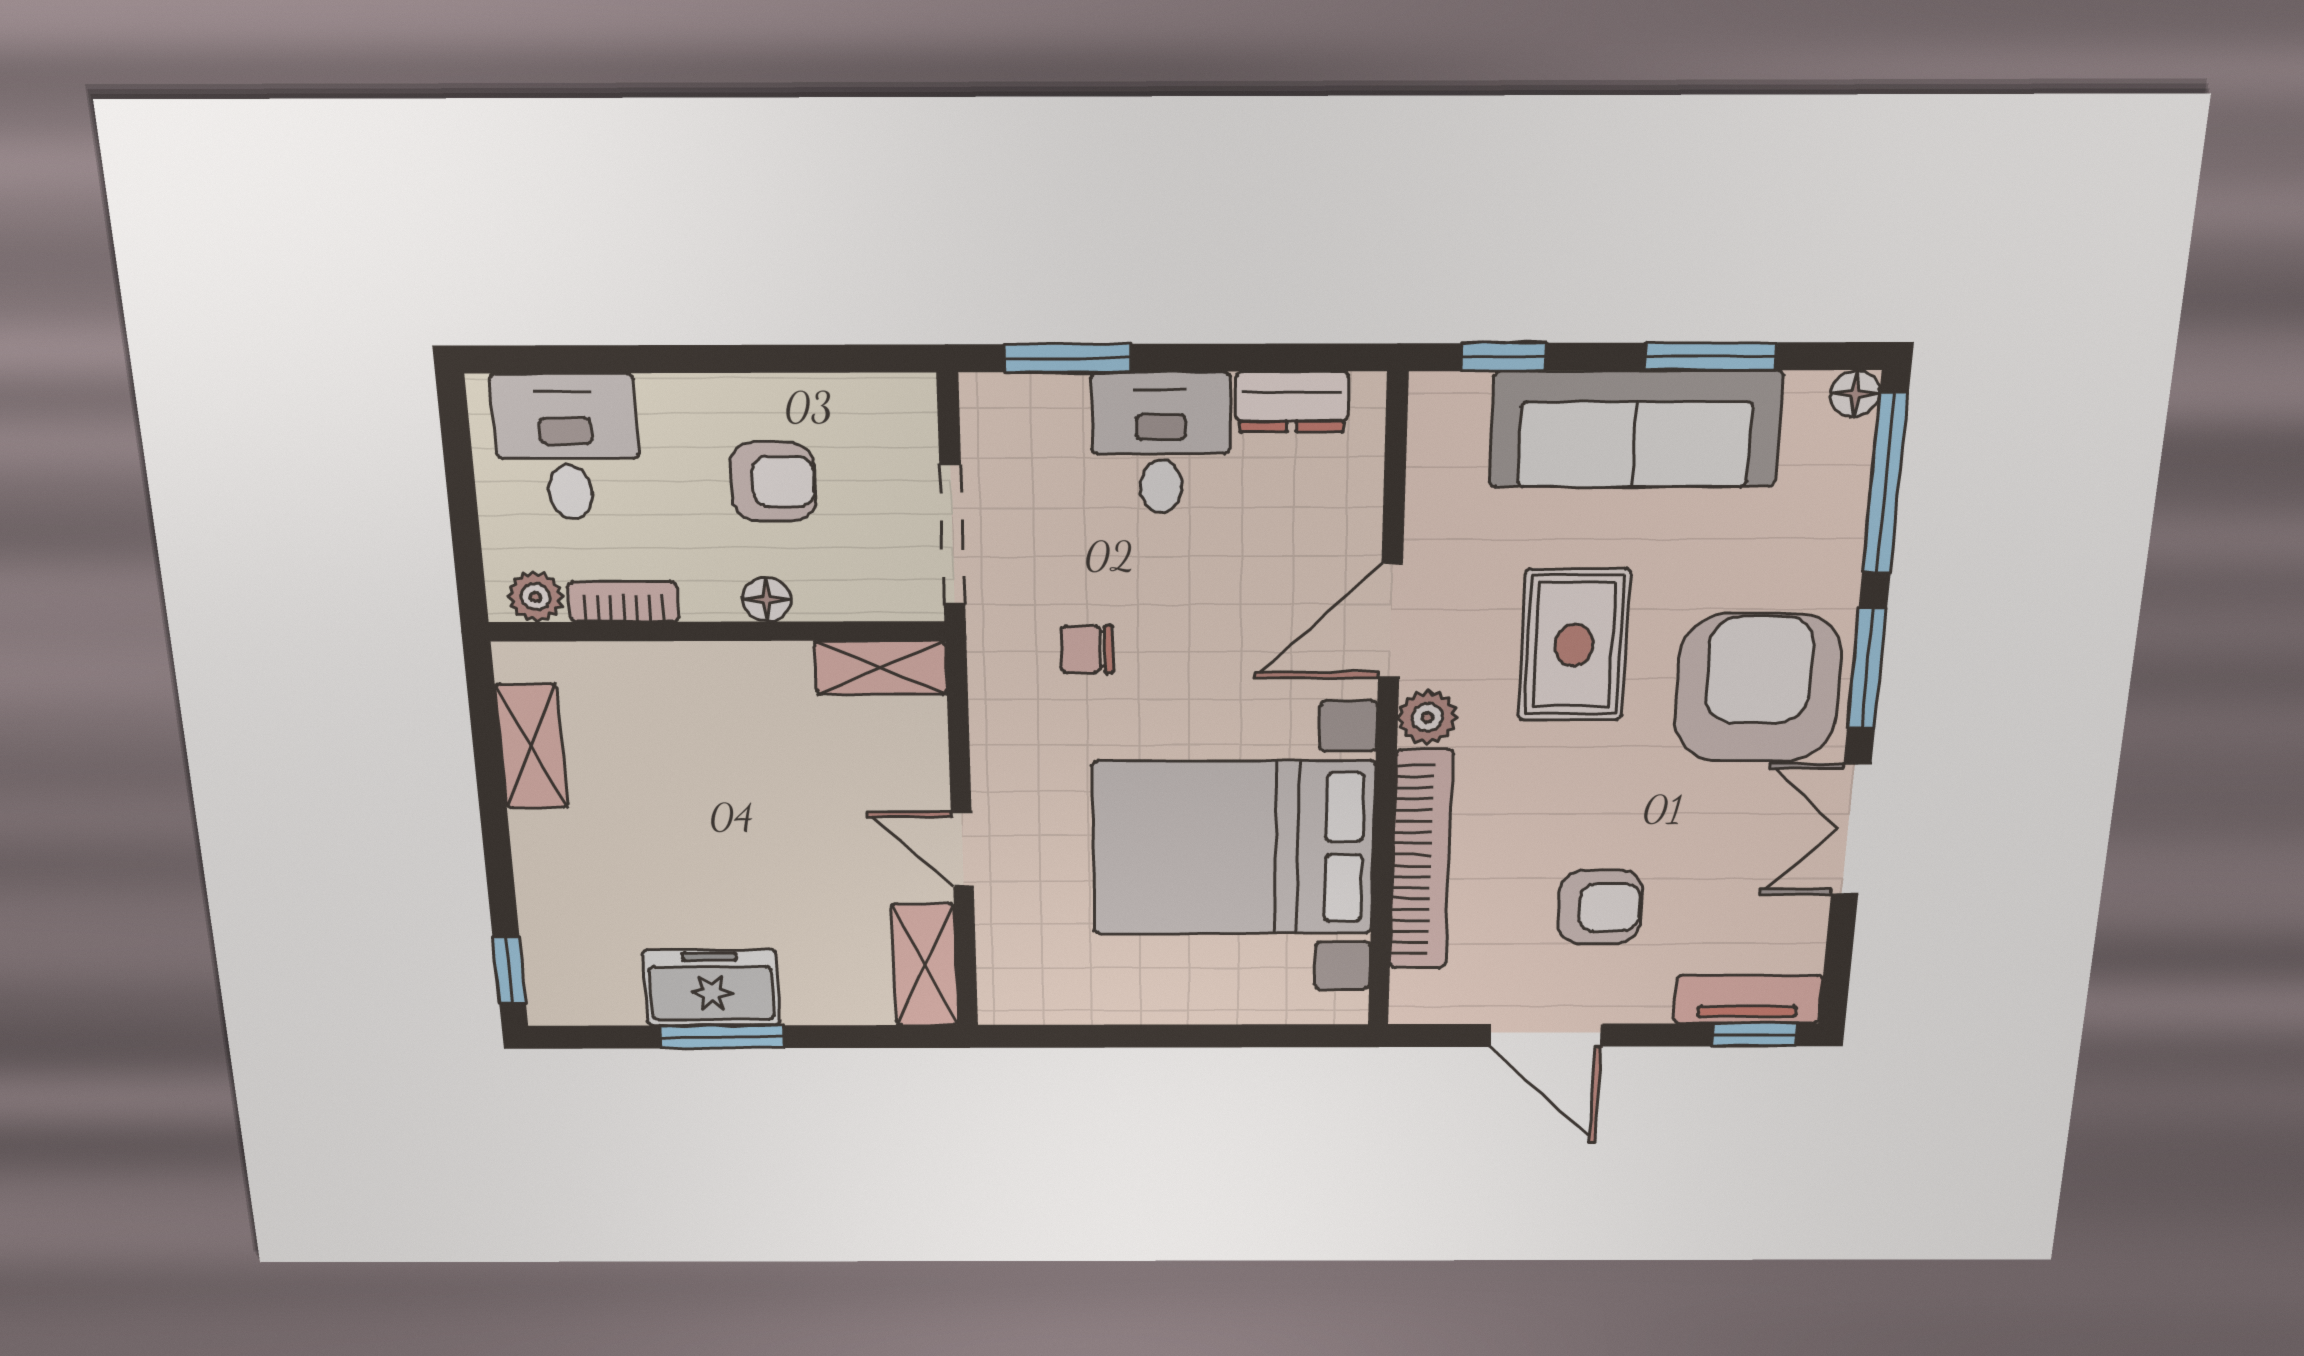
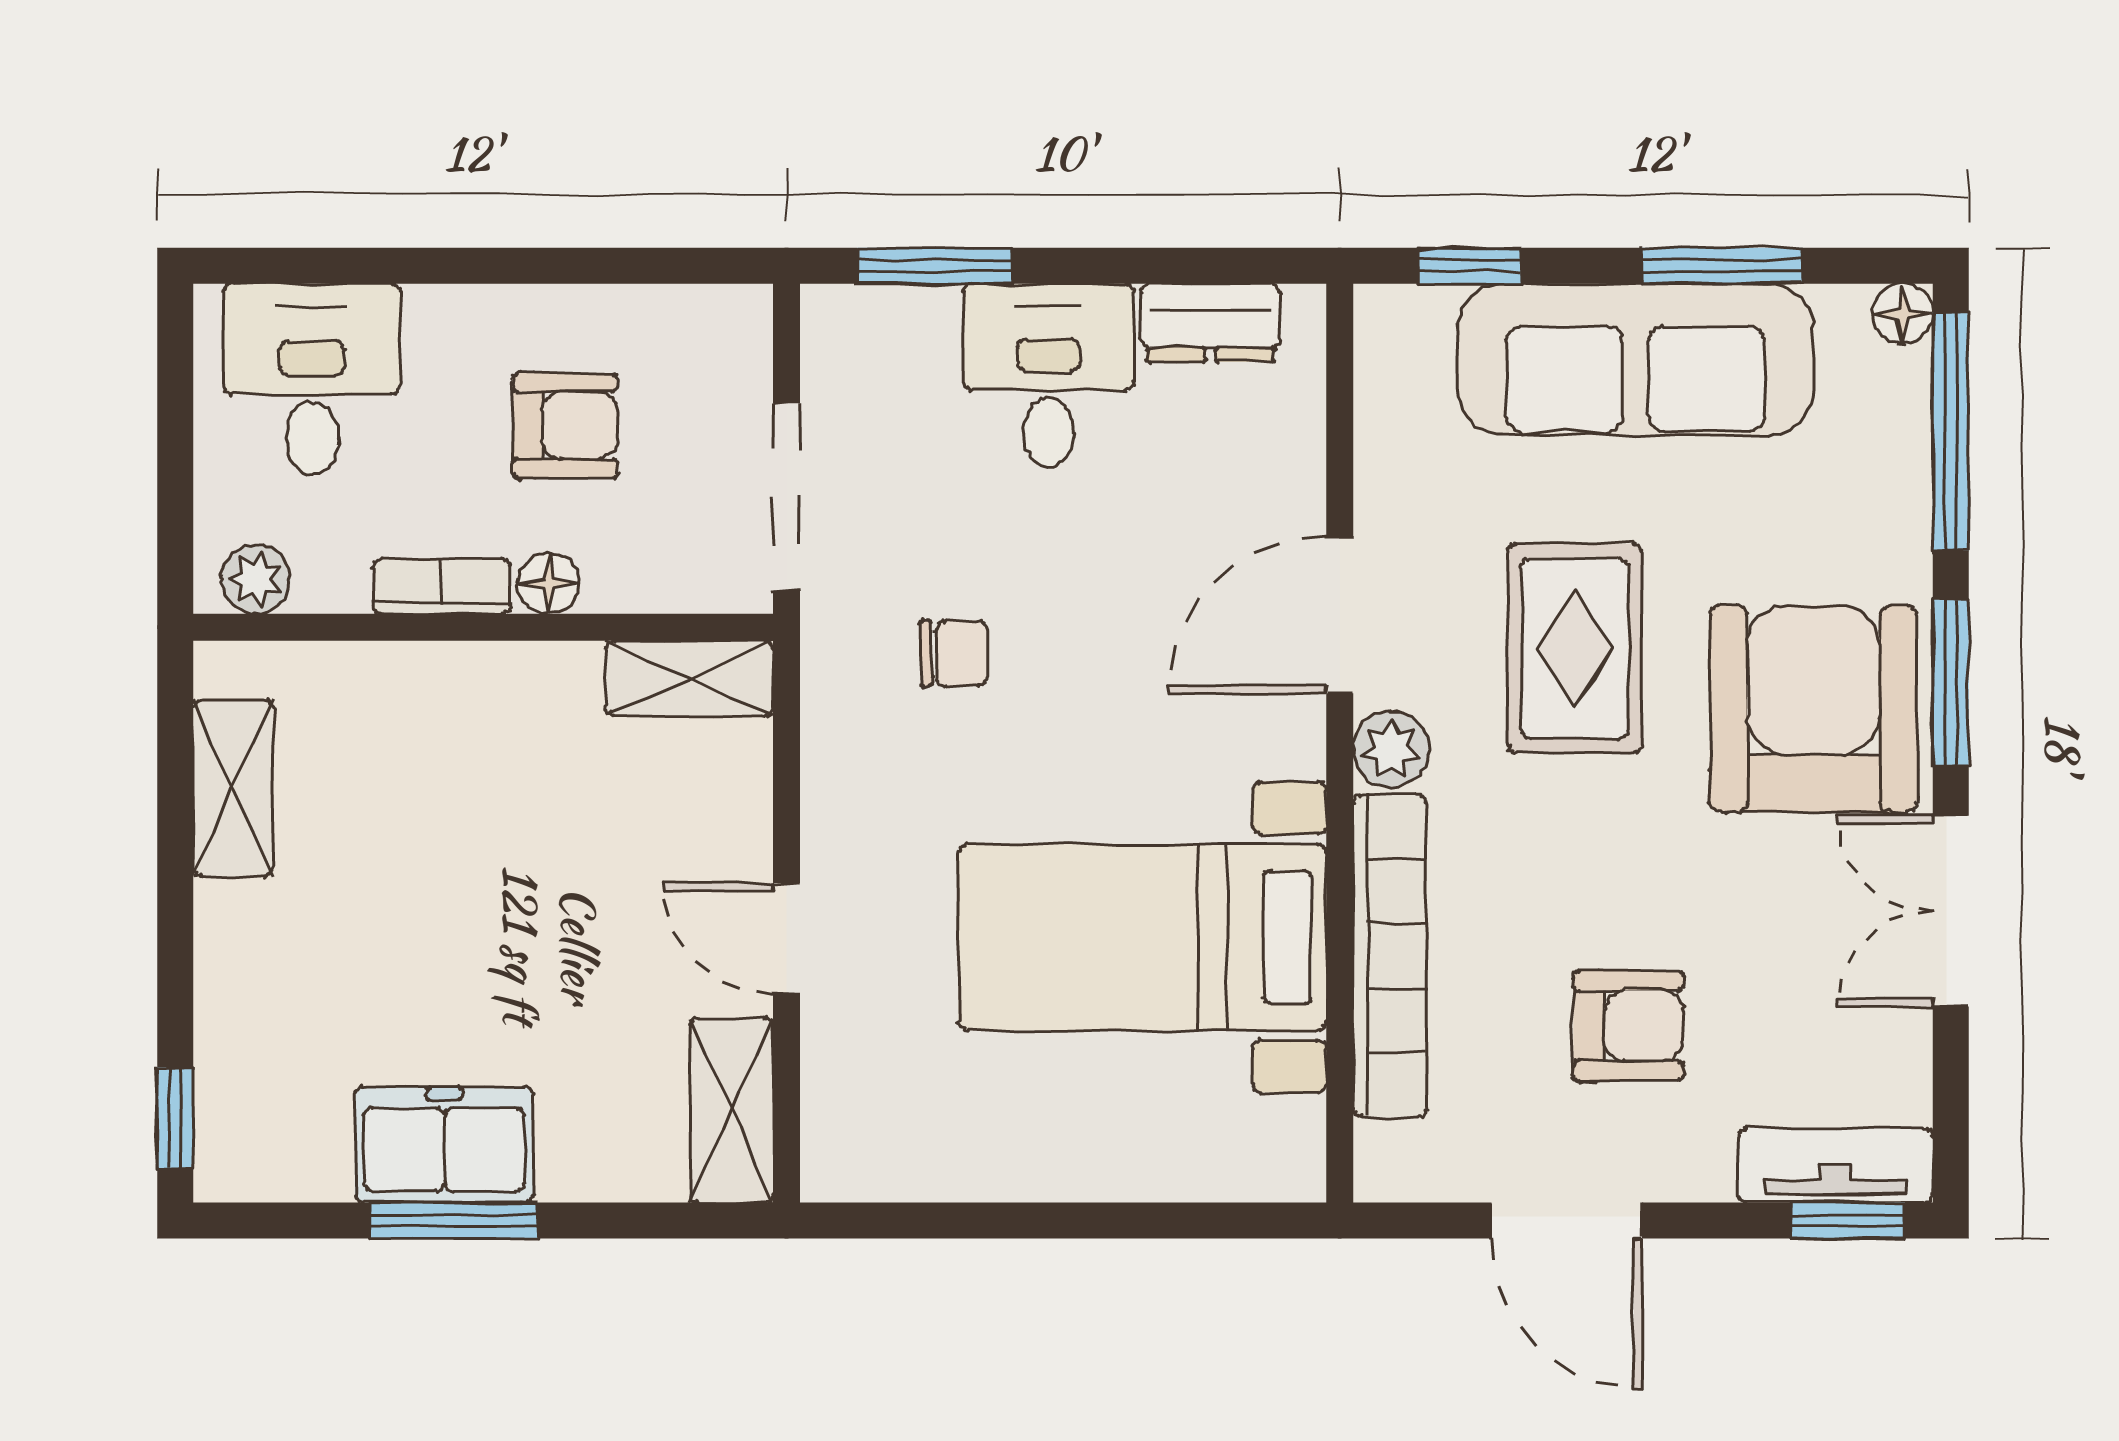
bookcase: (623, 602) -> (442, 586), moved
chair: (1087, 649) -> (954, 653), turned 180
bed with nightstands: (1233, 848) -> (1142, 937), width x0.73

